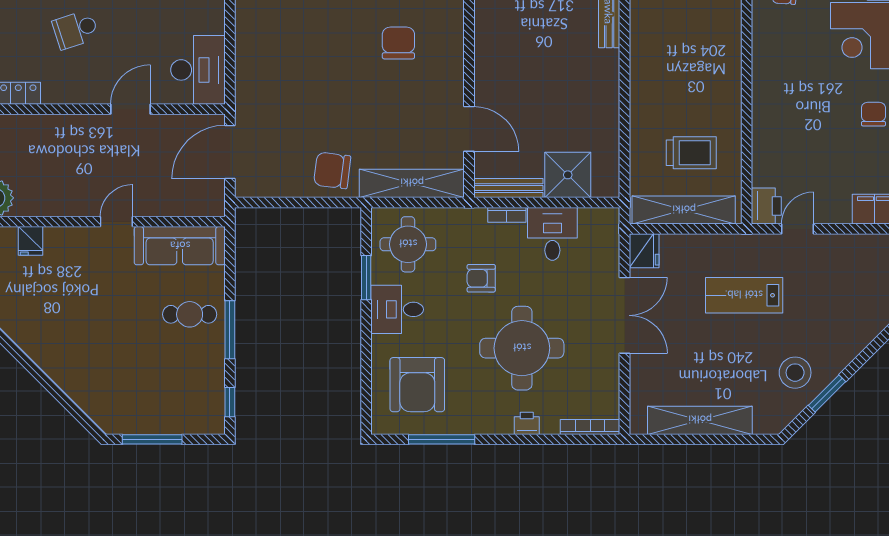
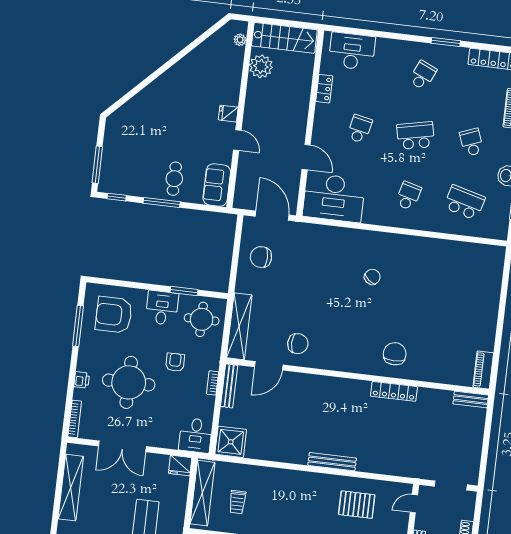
school desk: (75, 30) -> (360, 129), turned 30
chair: (398, 43) -> (298, 344), moved
desk: (198, 70) -> (334, 198), width x1.36, depth x1.30
trolley: (691, 153) -> (237, 502), width x0.73, depth x0.72
chair: (332, 170) -> (261, 257), moved, turned -97
shower: (568, 175) -> (231, 442), moved
desk: (552, 234) -> (196, 435), moved, turned 90
fridge: (30, 241) -> (228, 114), moved
sofa: (180, 246) -> (217, 185), width x0.73
double door: (625, 315) -> (122, 446), moved
window: (152, 439) -> (97, 165), moved

